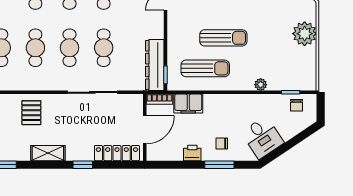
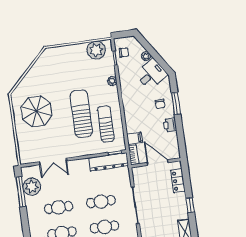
plant: (305, 34) -> (96, 50), moved
sun lounger: (223, 38) -> (81, 114), width x1.36, depth x1.34
filing cabinet: (188, 104) -> (135, 138), width x0.50
plant: (287, 134) -> (146, 56), added
locker: (117, 153) -> (178, 181), width x0.66

